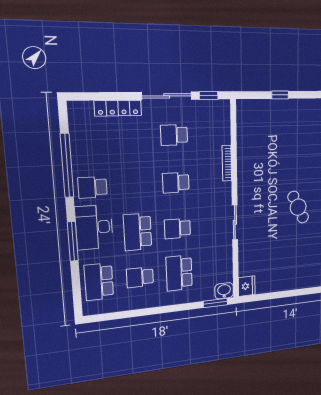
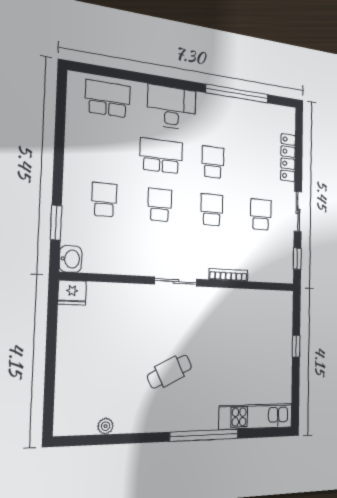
sliding door: (167, 96) -> (298, 211), width x0.73
school desk: (93, 187) -> (213, 162), moved
sliding door: (235, 222) -> (176, 281), moved
window: (73, 241) -> (159, 80), removed
school desk: (179, 273) -> (104, 200), width x0.54
school desk: (140, 277) -> (106, 149), removed
window: (215, 303) -> (56, 223), moved

